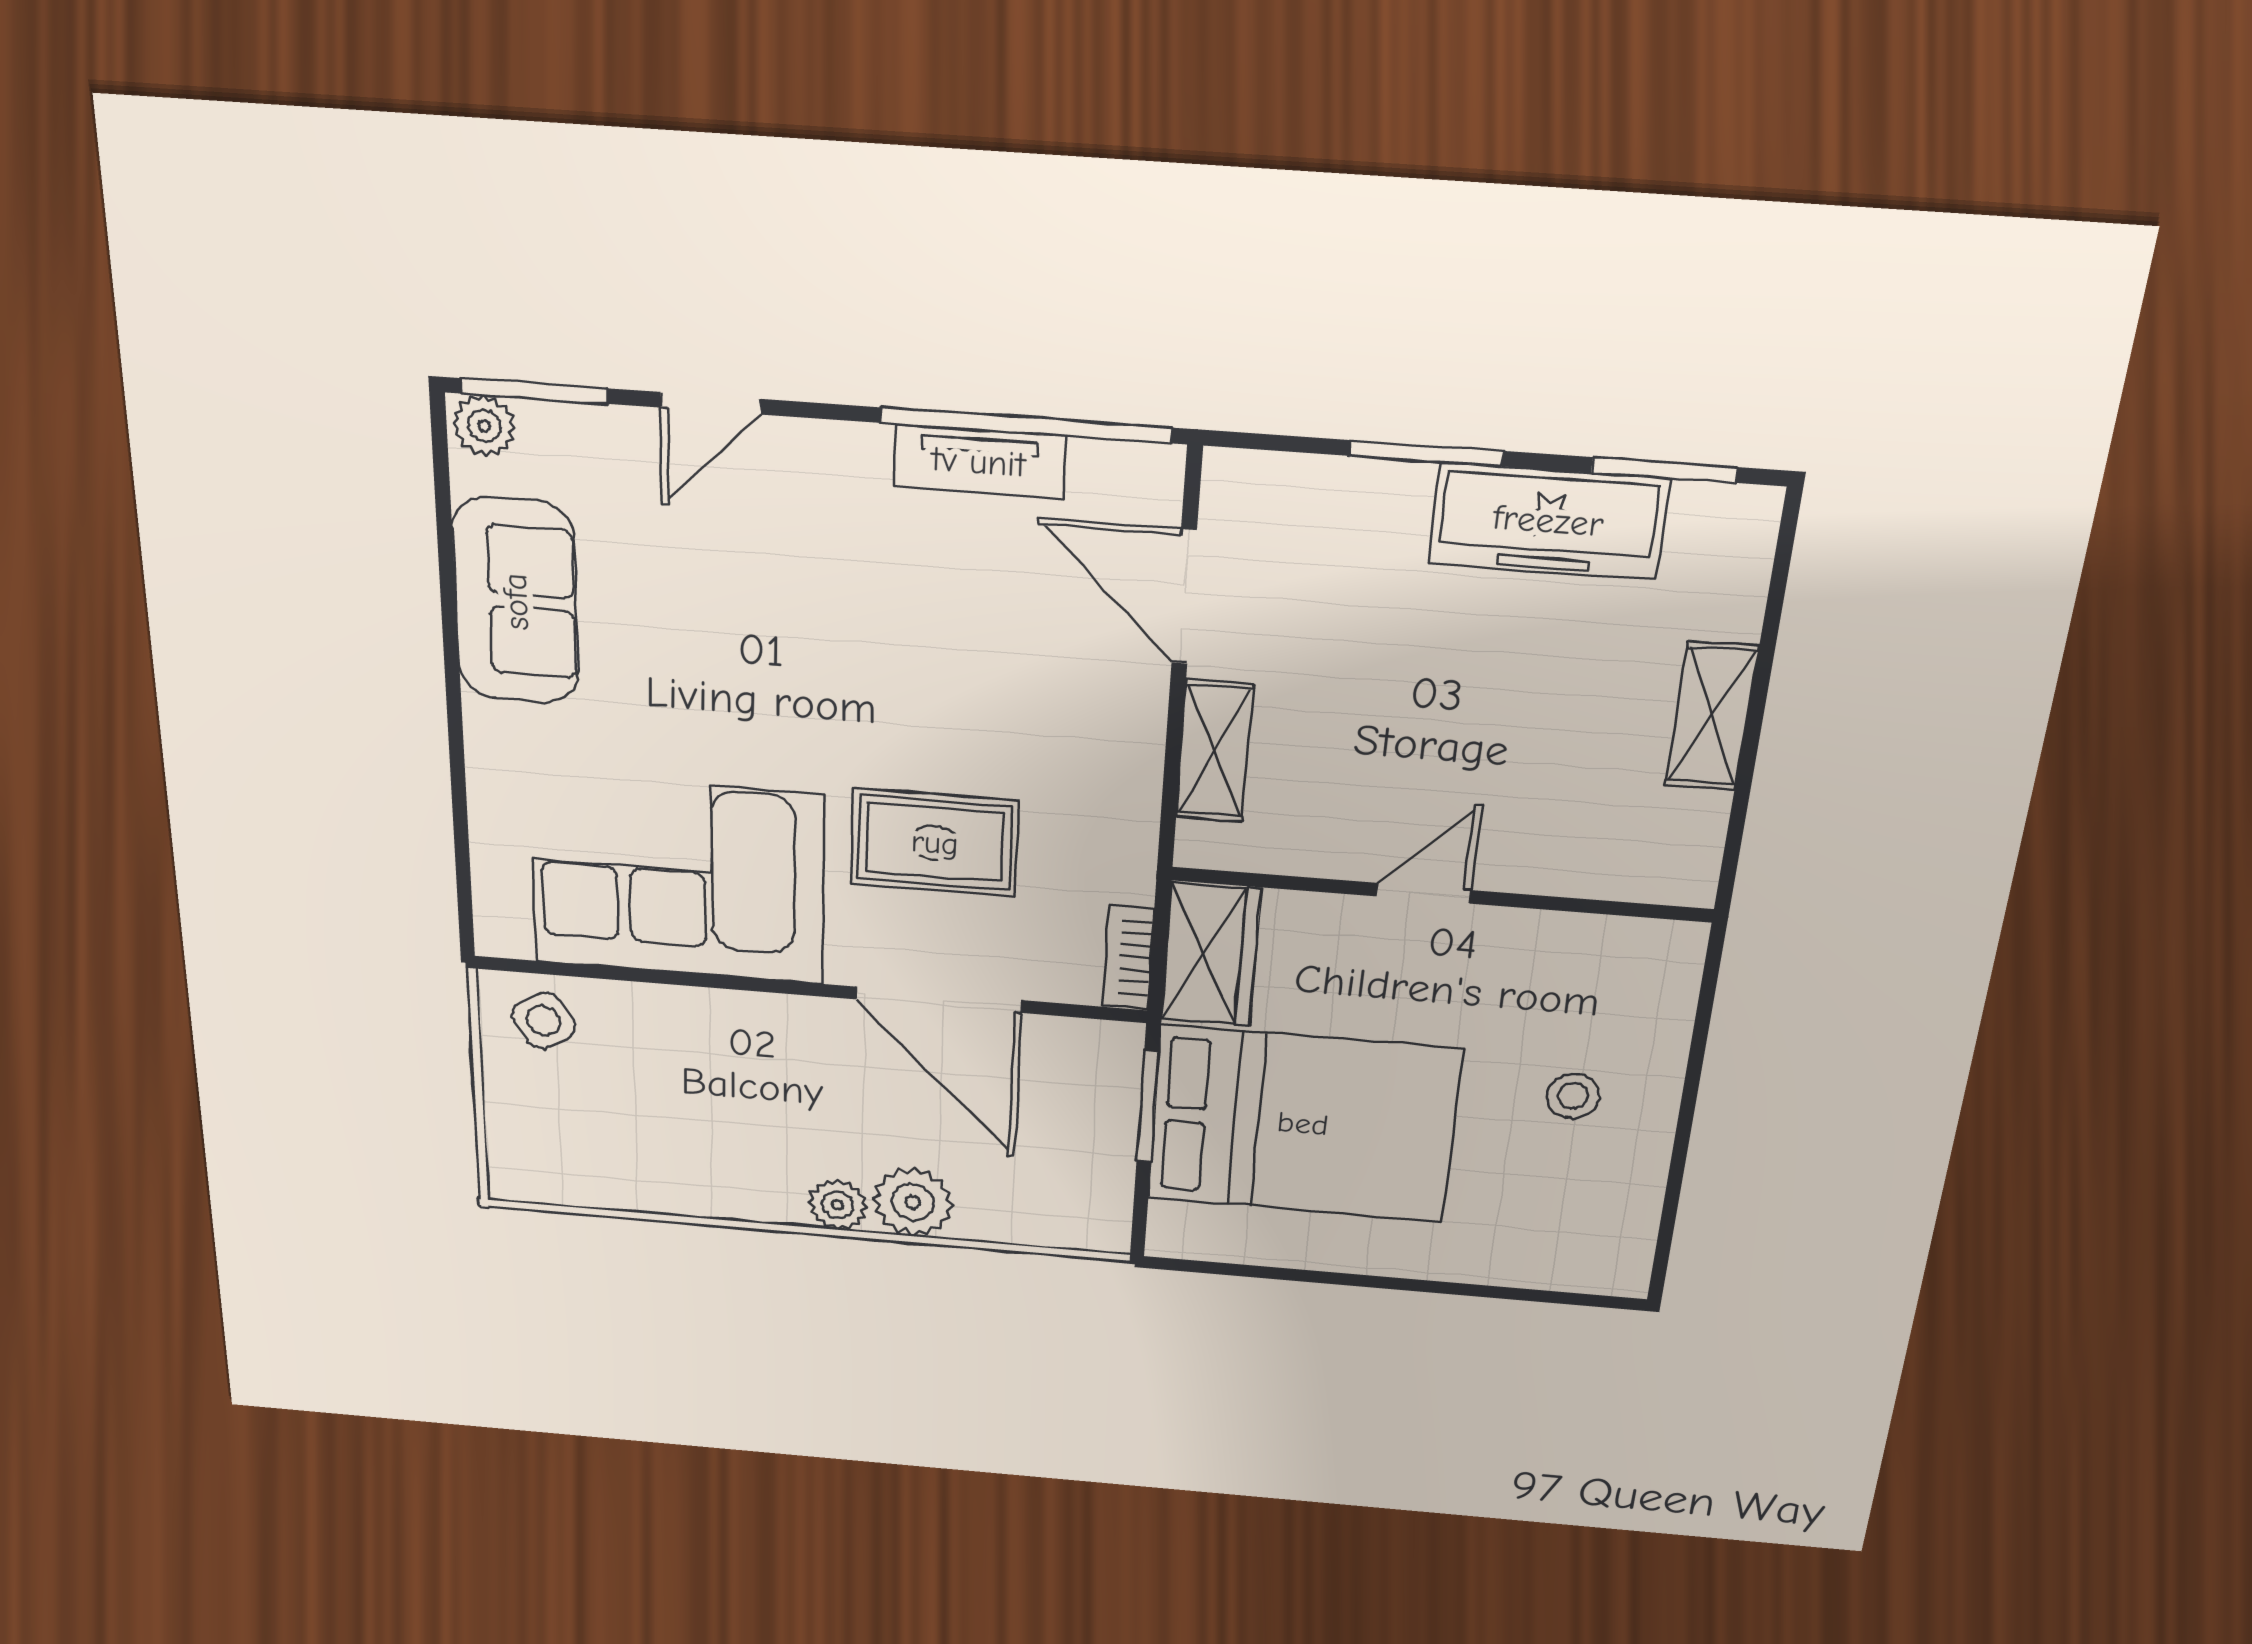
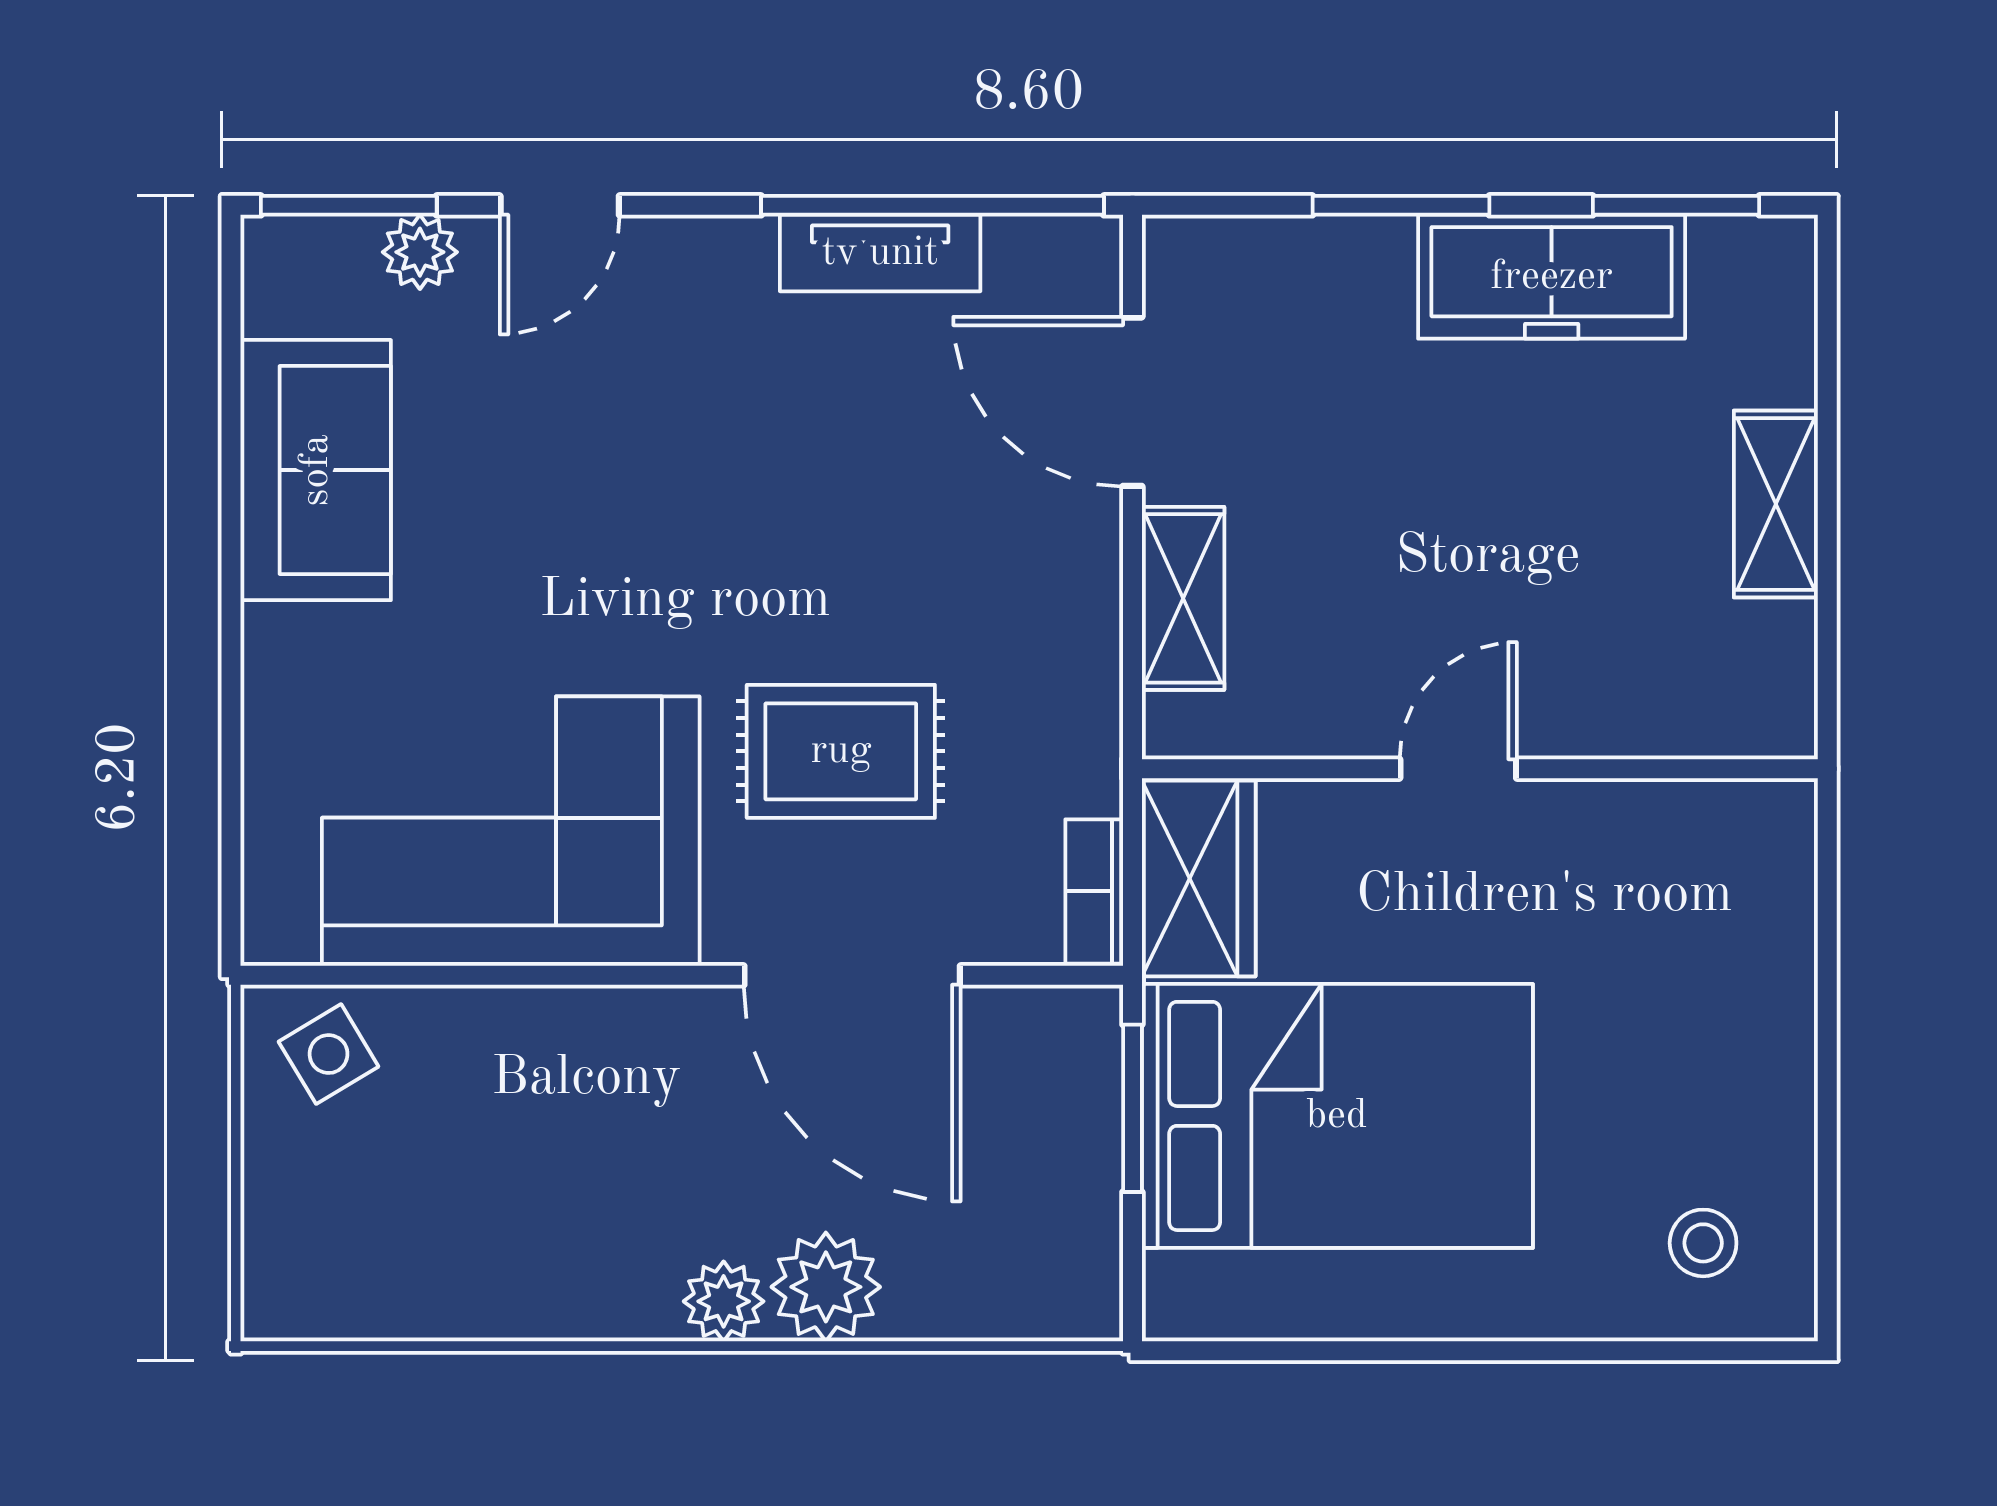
plant: (484, 426) -> (420, 252), moved
stool: (1573, 1096) -> (1703, 1243), moved

